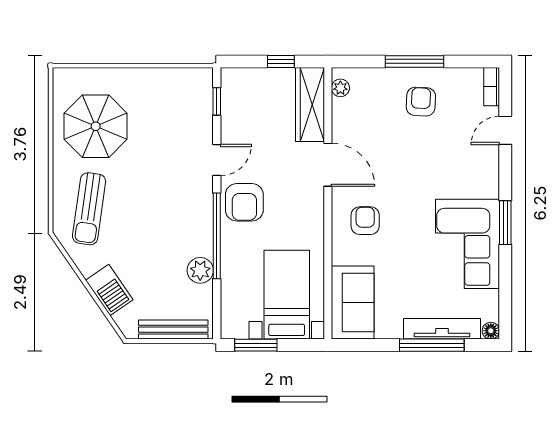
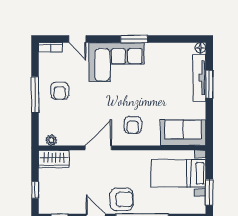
window: (281, 61) -> (35, 190), moved
armchair: (421, 102) -> (60, 91), turned -93
wardrobe: (310, 105) -> (54, 159), width x0.67
armchair: (365, 221) -> (133, 125), turned -89
corner sofa: (467, 244) -> (117, 62), moved
window: (432, 345) -> (209, 84), width x0.69

